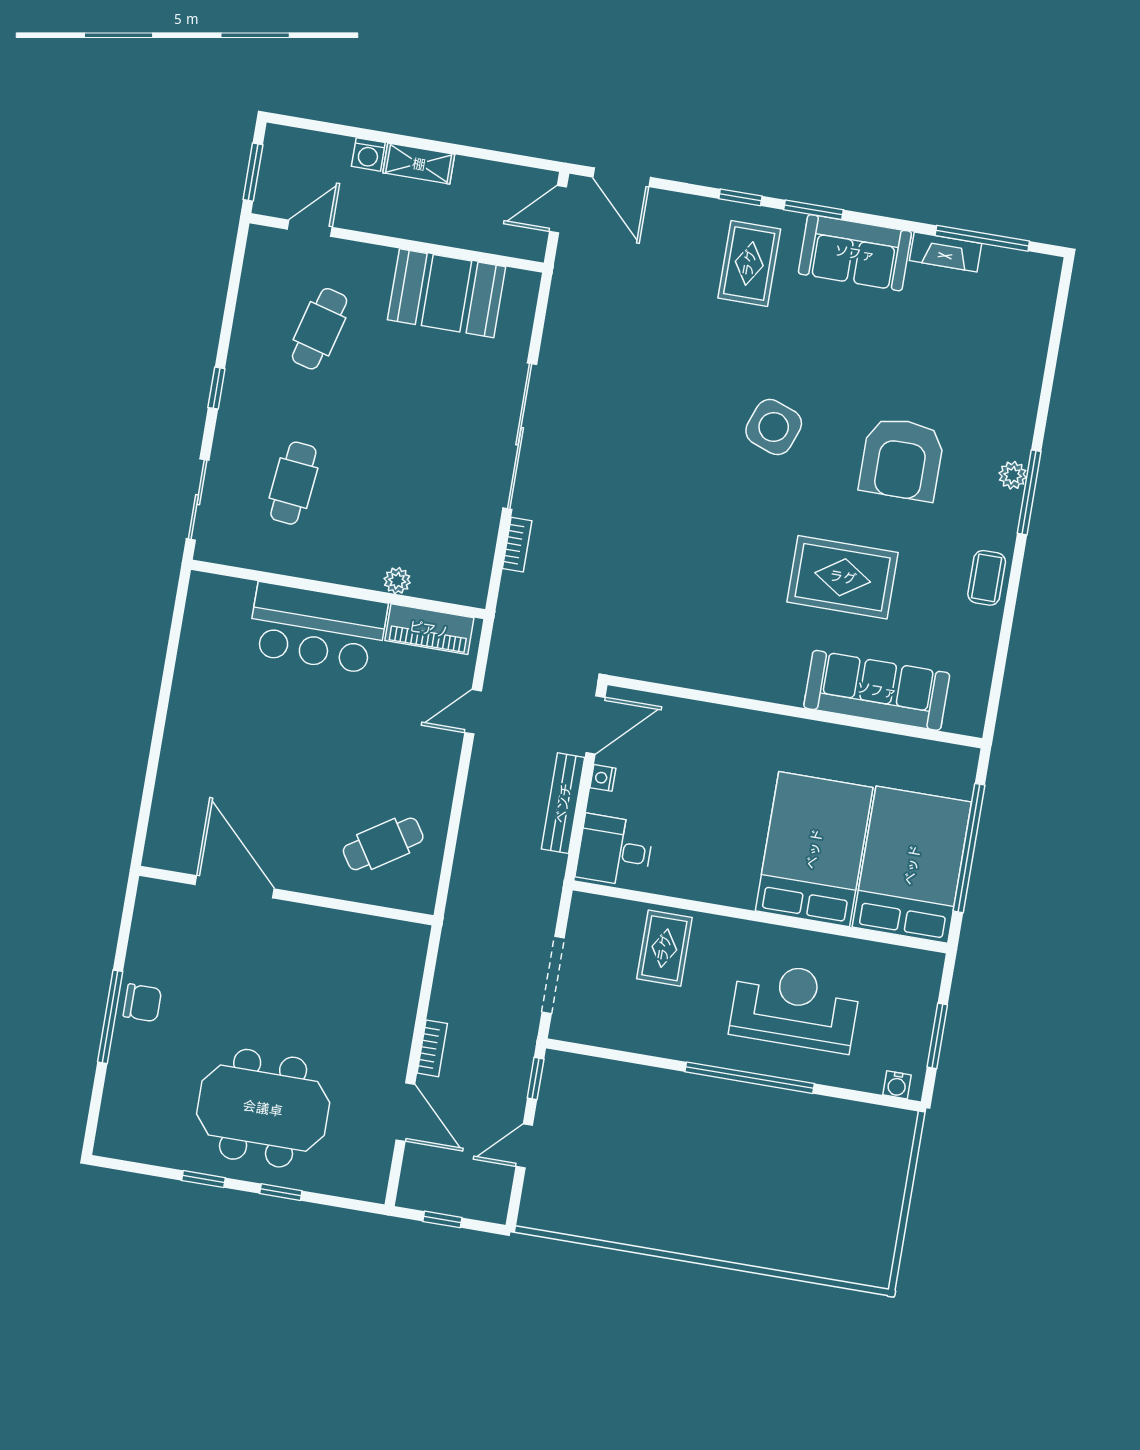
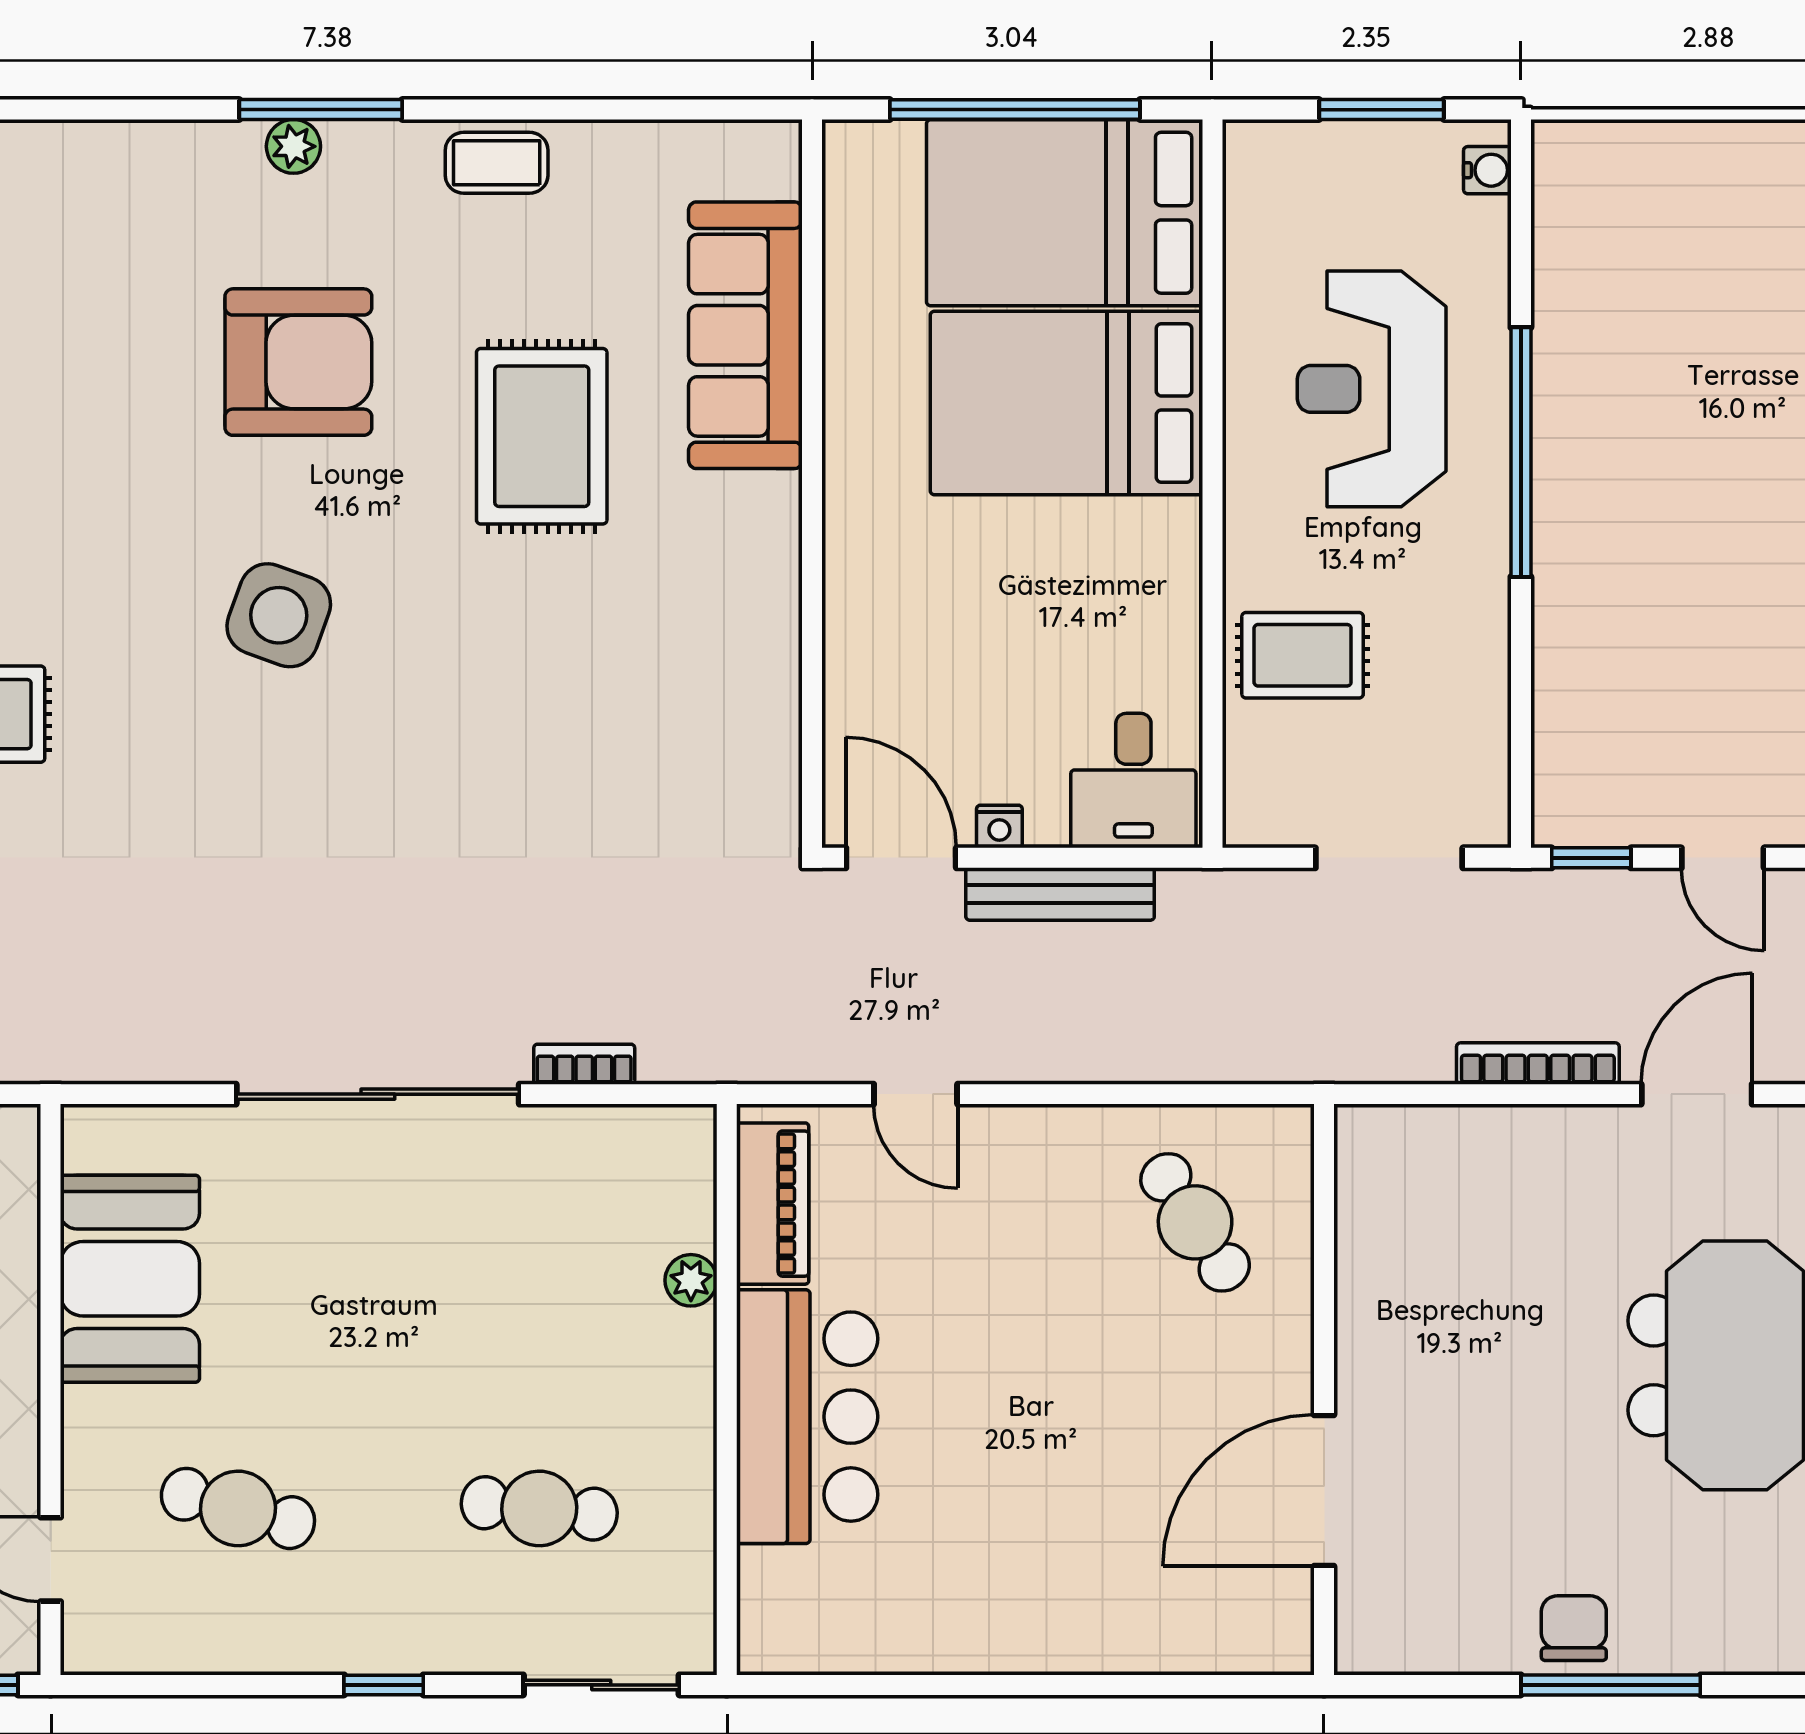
bookcase: (432, 1048) -> (1538, 1064), width x1.56

